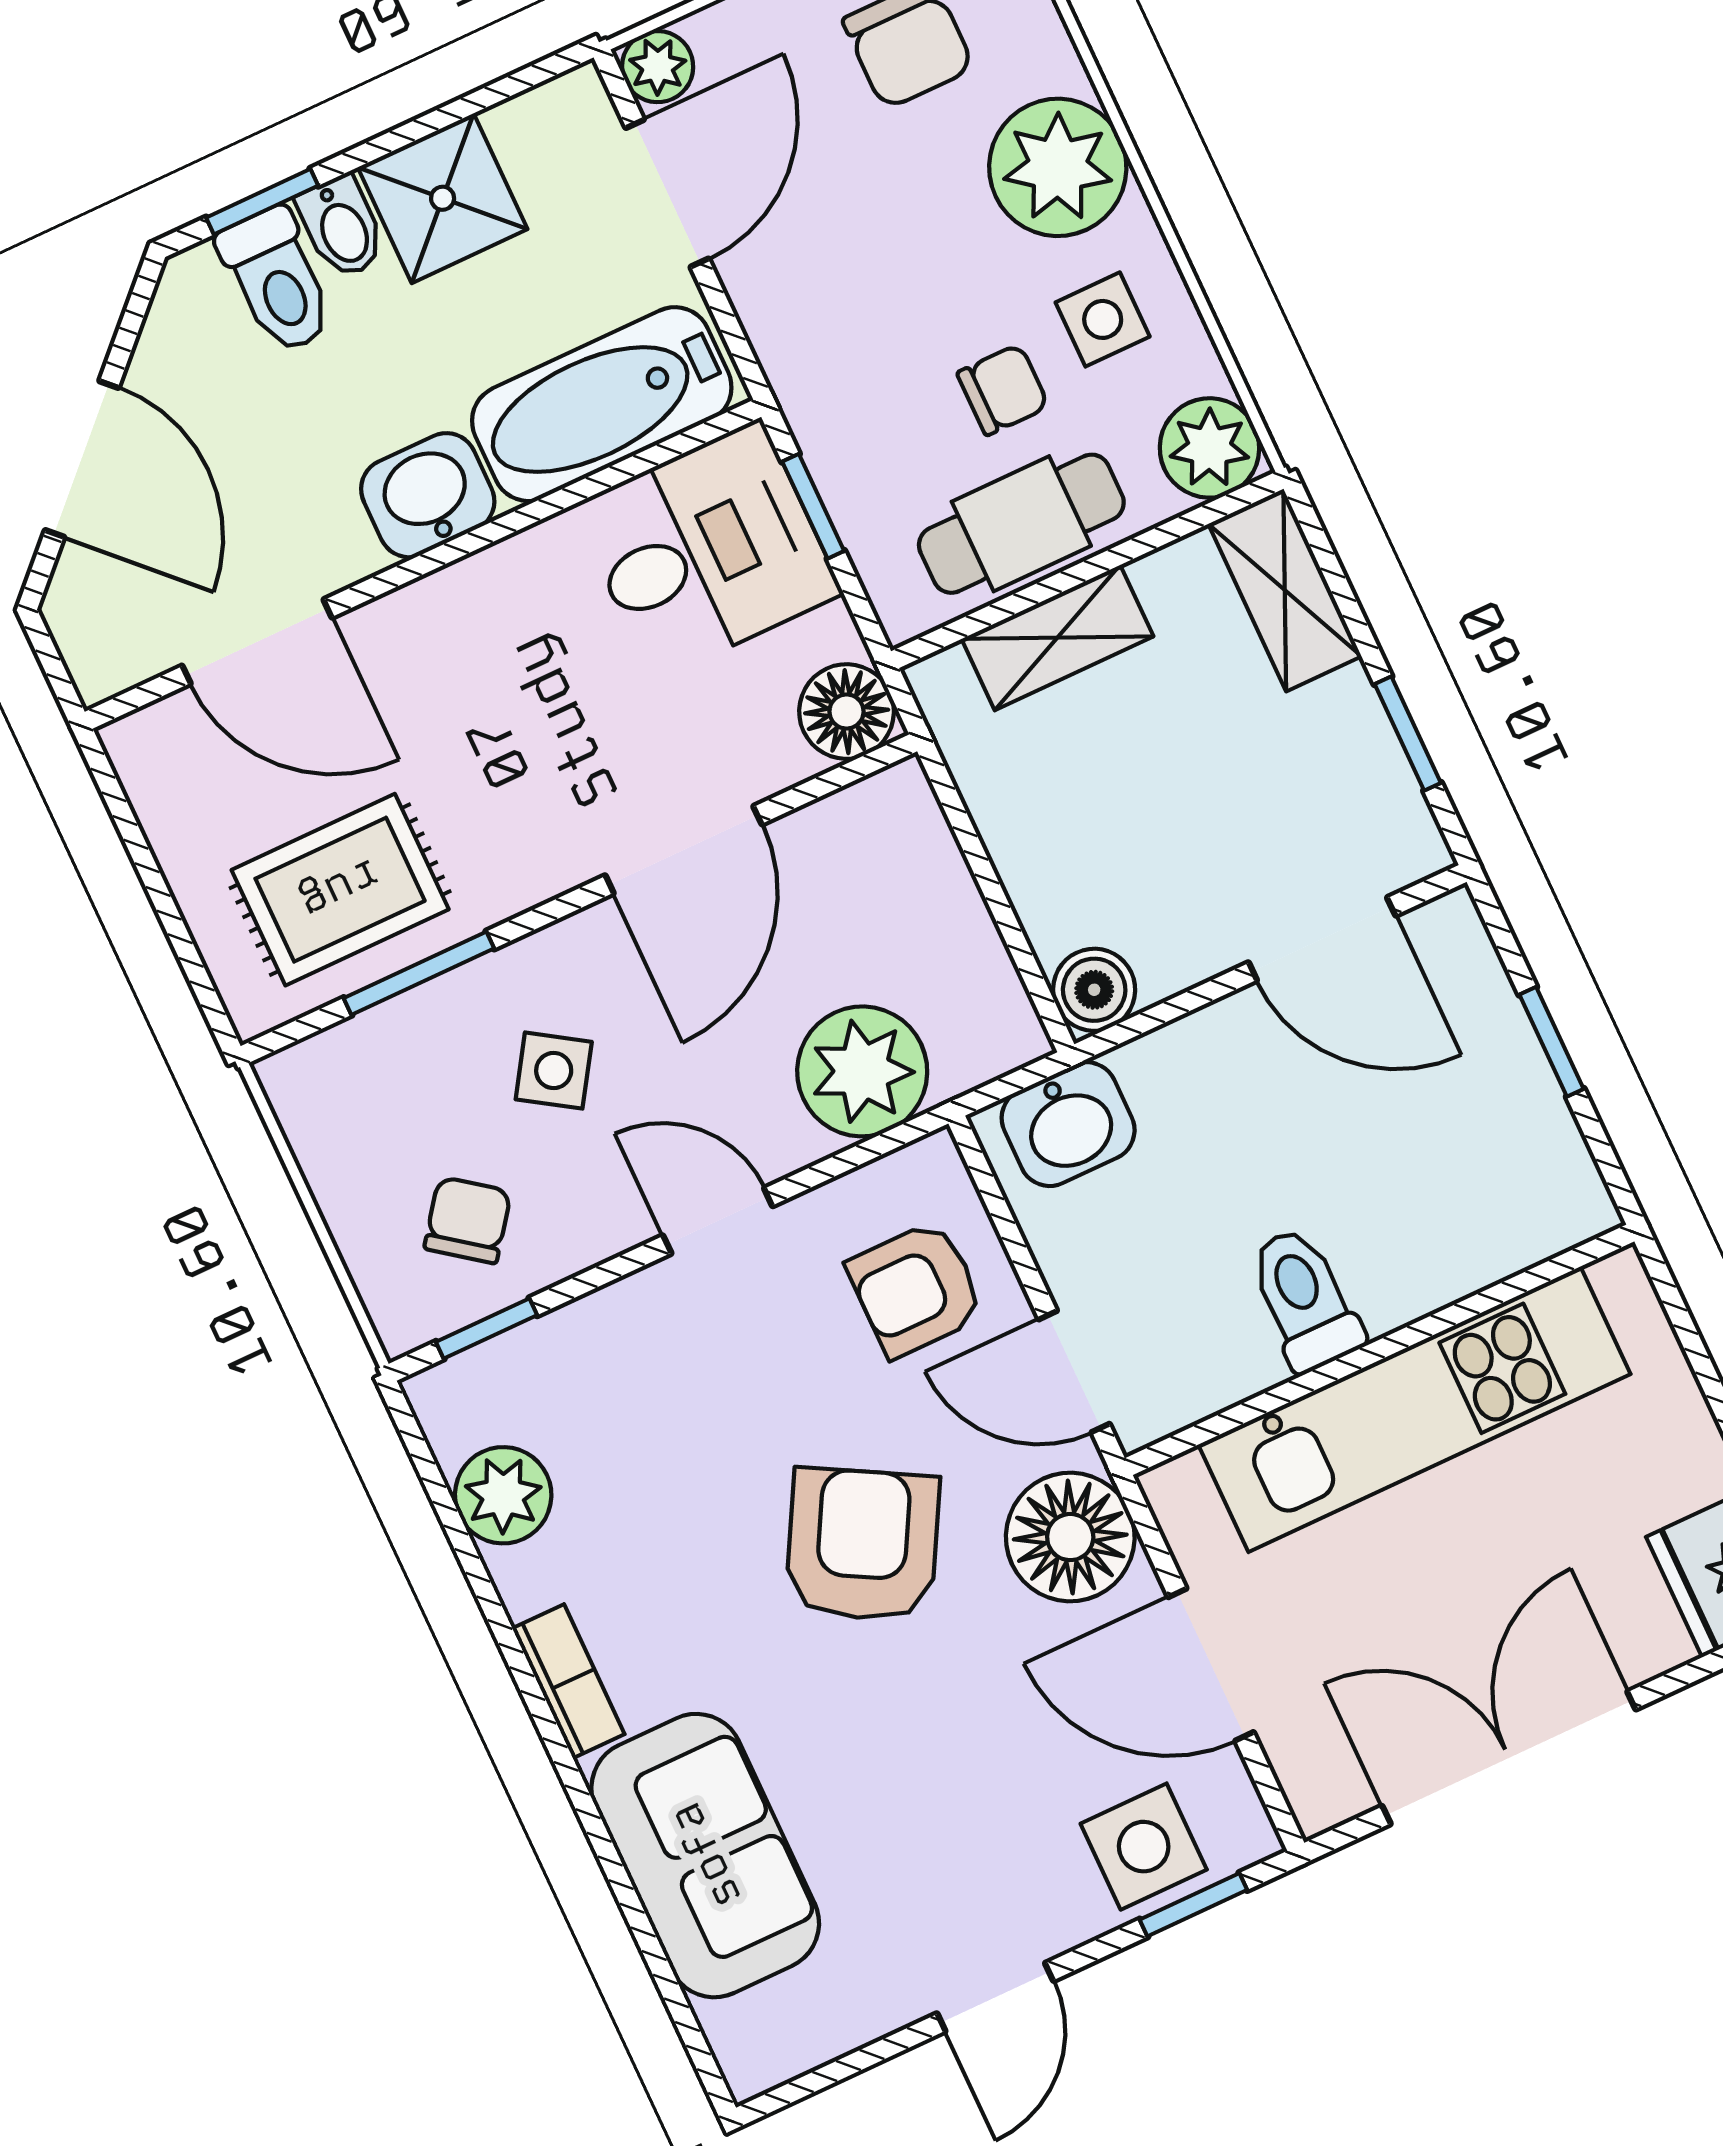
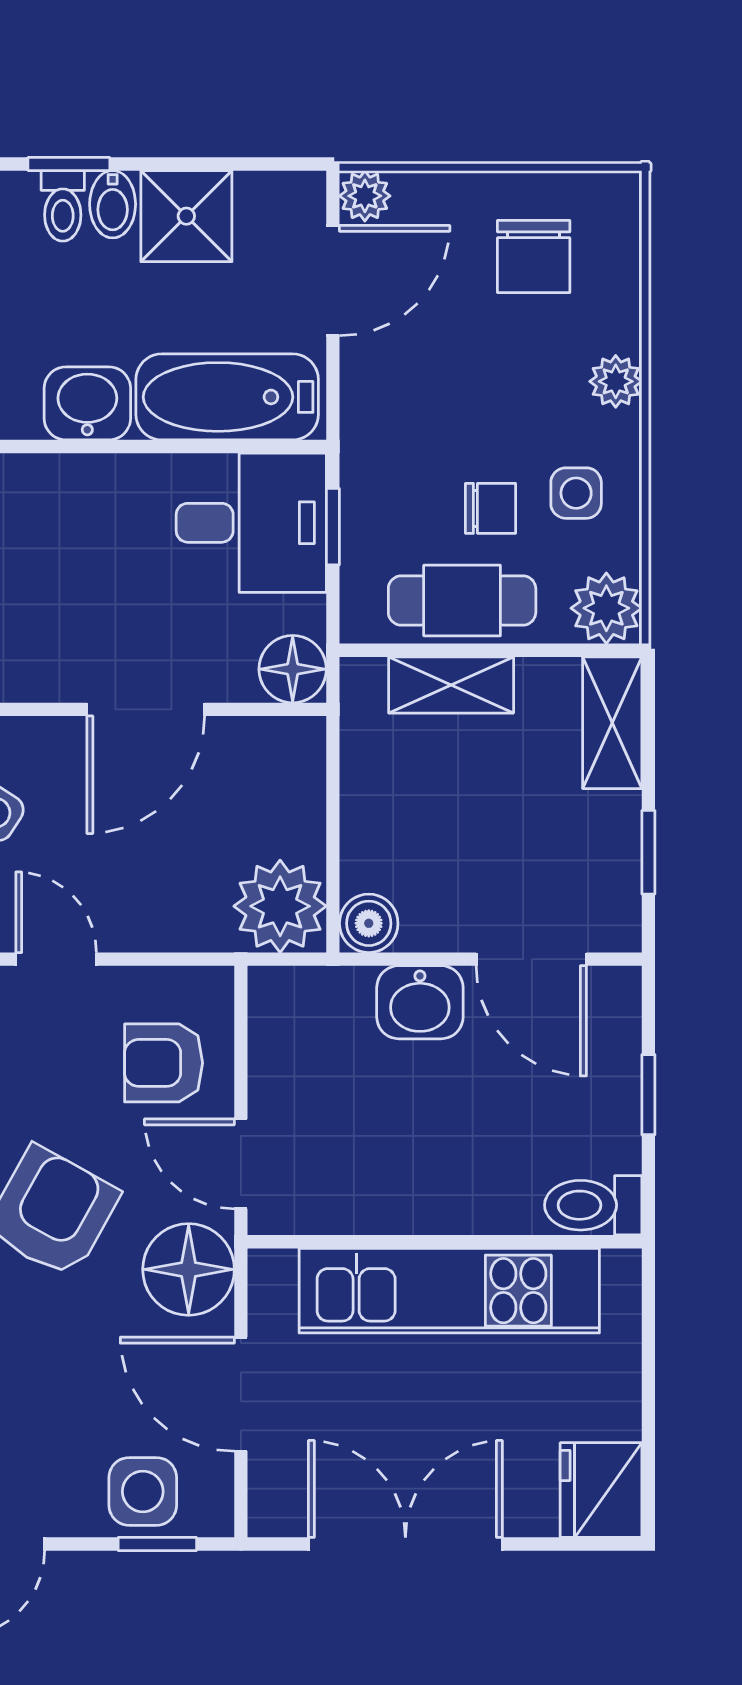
plant: (1058, 167) -> (616, 381), width x0.53, depth x0.53
toilet: (277, 281) -> (63, 206), width x0.73, depth x0.72
plant: (862, 1071) -> (280, 906), moved
washbasin: (1068, 1124) -> (420, 1002), moved
toilet: (1305, 1299) -> (593, 1205), moved, turned -90

